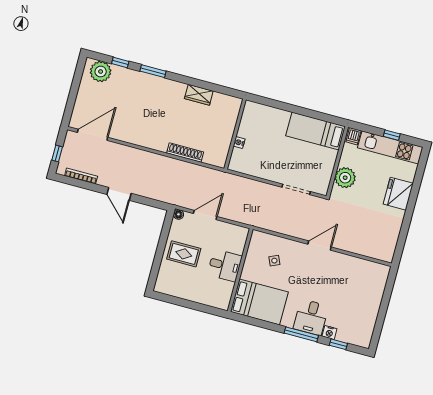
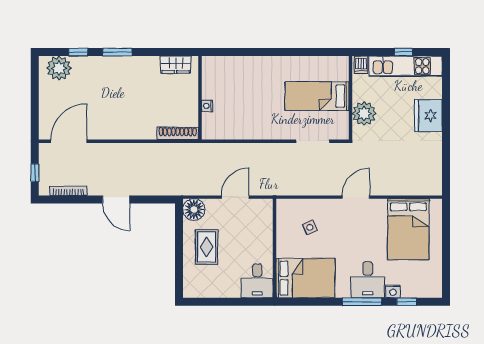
bed: (316, 131) -> (317, 96), moved
wall: (235, 134) -> (200, 98), moved
nightstand: (239, 143) -> (207, 106), moved
floor lamp: (178, 214) -> (194, 210), width x1.89, depth x1.89
door: (205, 215) -> (235, 197), moved
rug: (184, 254) -> (207, 247), turned 90
desk: (225, 265) -> (257, 281), moved, turned 90
bed: (356, 284) -> (408, 229), added

